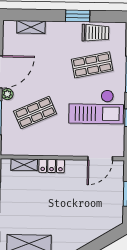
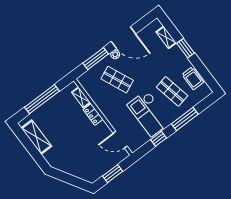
window: (78, 16) -> (185, 48), moved

